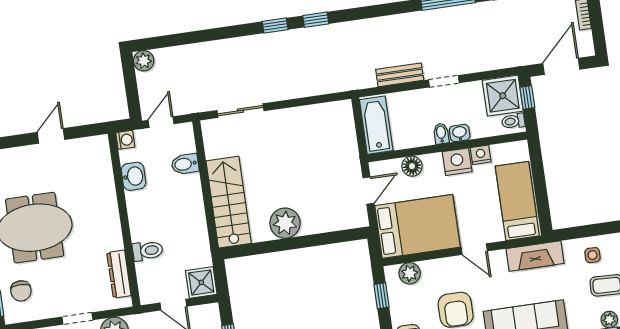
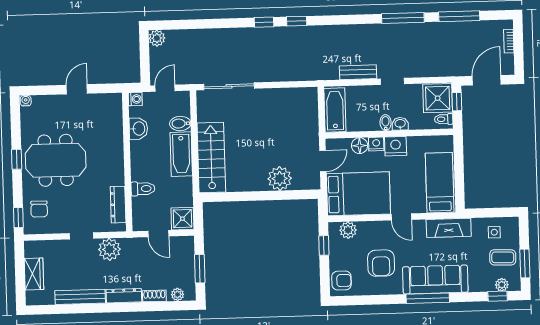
sliding door: (240, 111) -> (229, 86), width x1.37
nightstand: (481, 155) -> (376, 144), moved
bathtub: (191, 202) -> (181, 154), added
plant: (285, 223) -> (280, 179), moved

